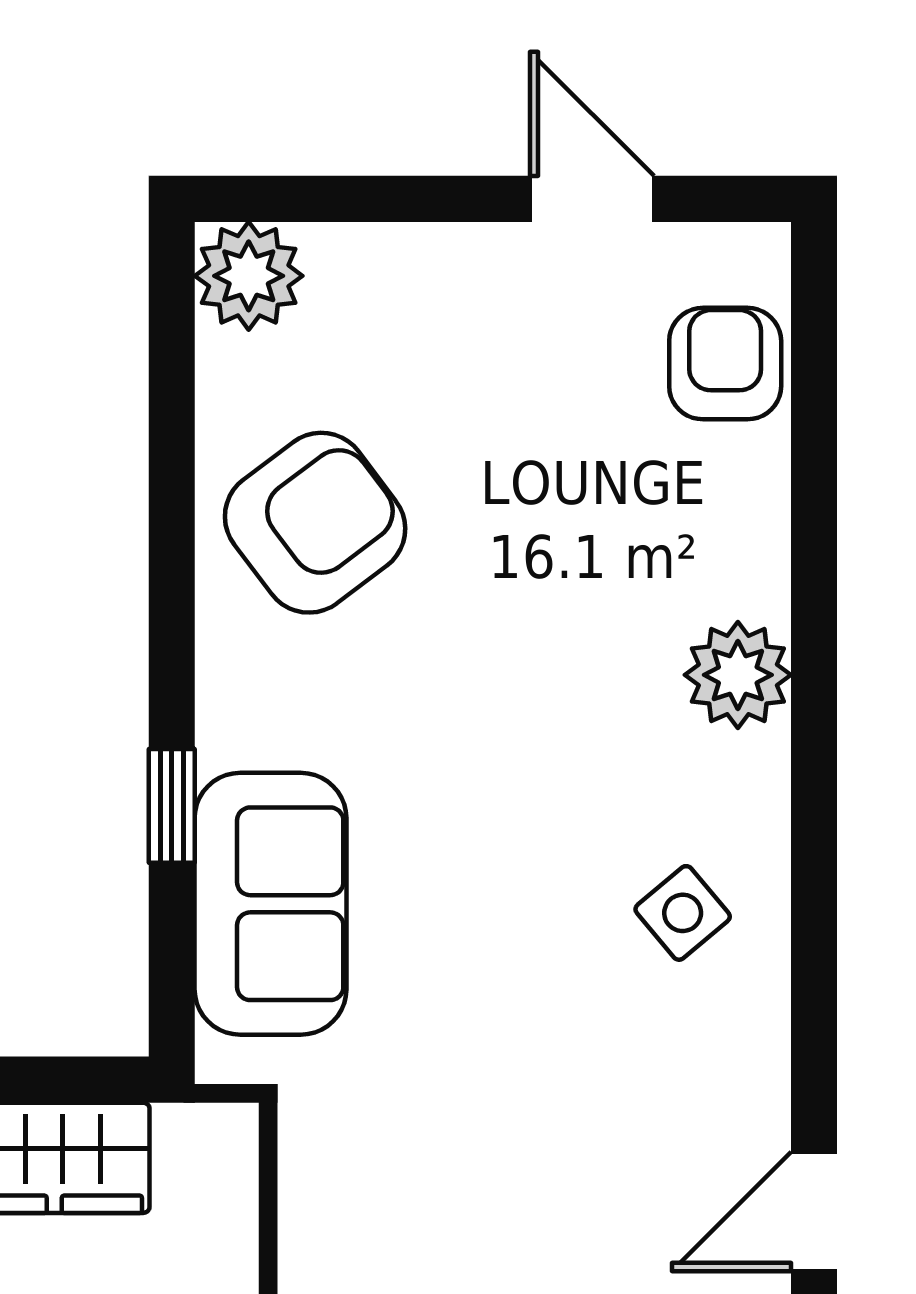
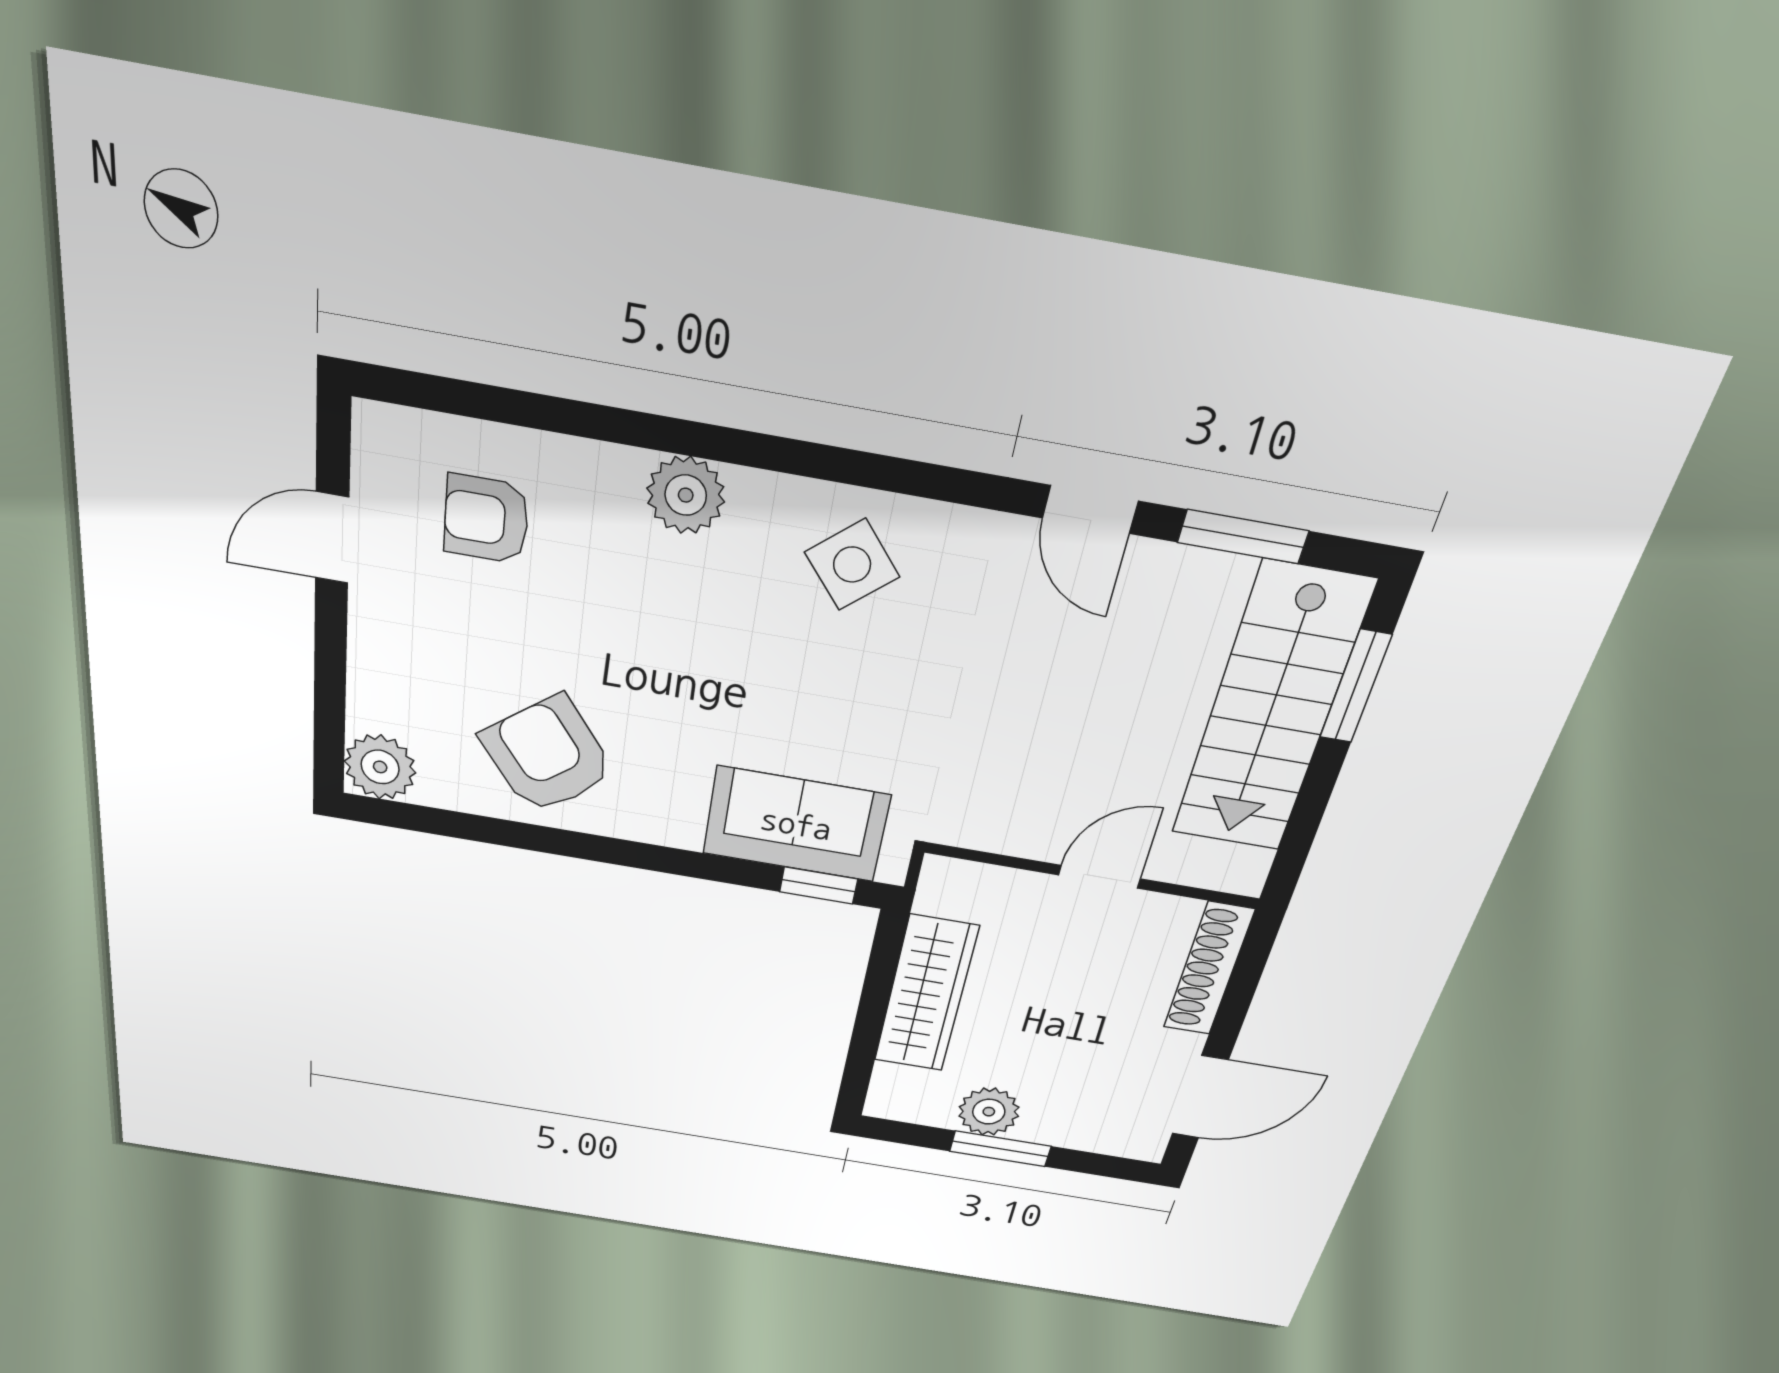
armchair: (725, 364) -> (486, 519), moved
window: (172, 806) -> (819, 885), moved
side table: (683, 913) -> (852, 565), width x1.37, depth x1.37

